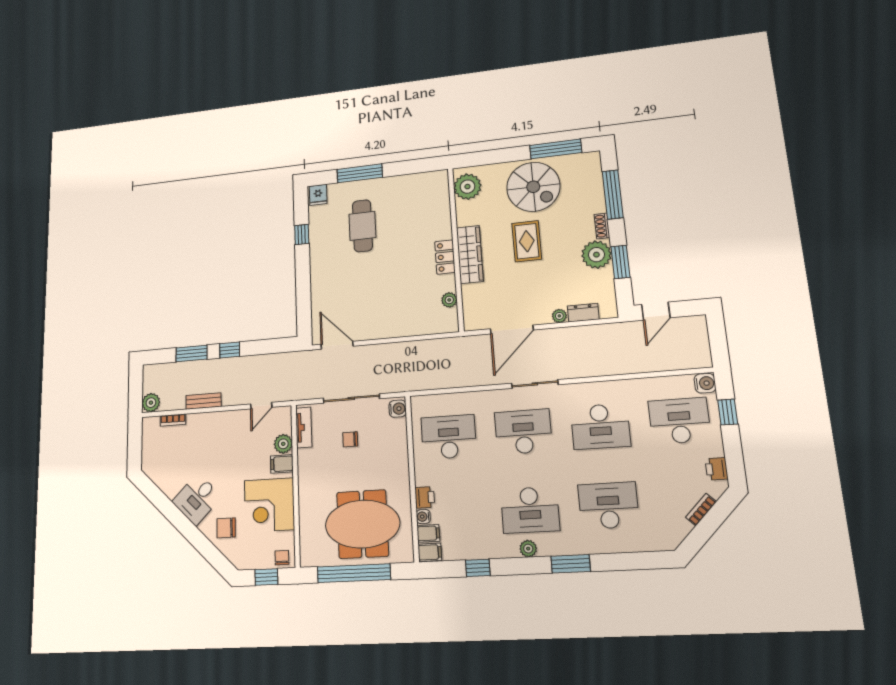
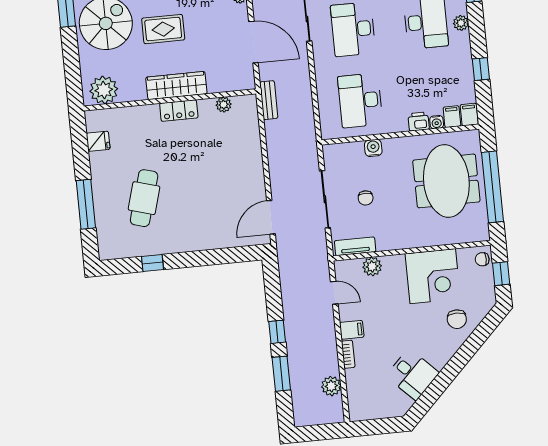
fridge: (318, 195) -> (98, 141), moved
cafe table: (362, 226) -> (144, 198), turned -74
bench: (204, 401) -> (269, 100), moved
plant: (151, 403) -> (331, 386), moved
water cooler: (398, 409) -> (373, 148), moved
bookcase: (173, 420) -> (348, 354), moved
filing cabinet: (282, 464) -> (352, 330), moved, turned -90
desk: (197, 499) -> (412, 374), moved

